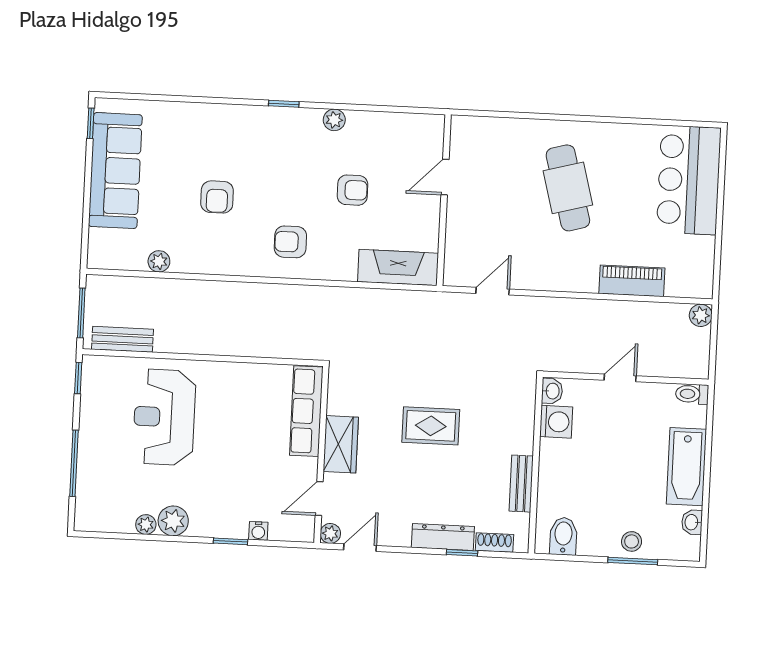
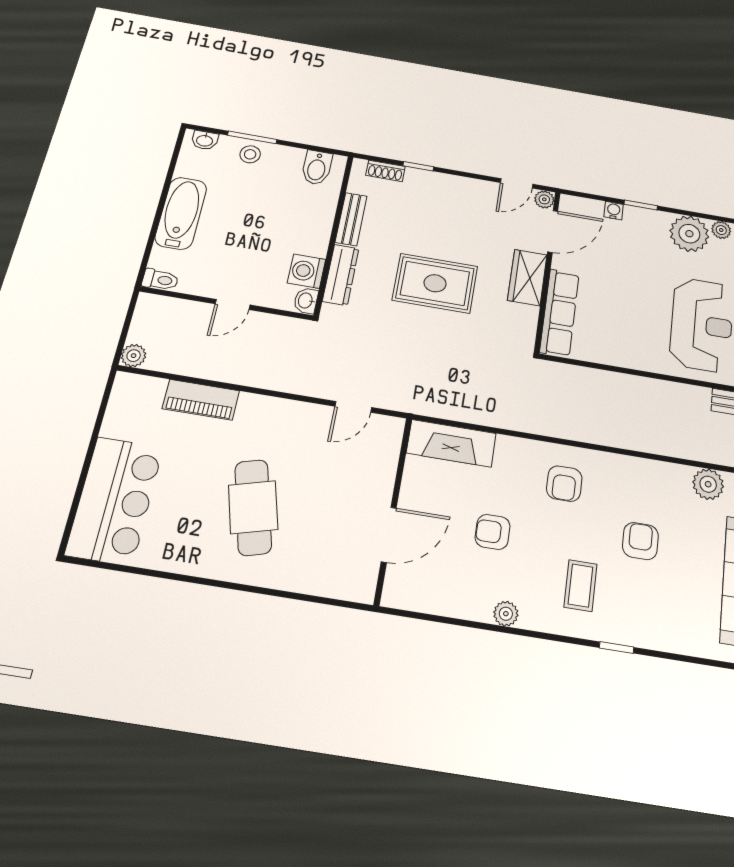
window: (284, 104) -> (617, 648), moved
coffee table: (270, 151) -> (580, 585), added
door: (445, 177) -> (389, 535), width x1.38
armchair: (290, 242) -> (564, 484), turned 90
plant: (159, 261) -> (708, 484), width x1.38, depth x1.38
rug: (431, 426) -> (435, 283), width x1.36, depth x1.43
door: (319, 499) -> (553, 231), width x1.38
plant: (173, 521) -> (689, 234), width x1.36, depth x1.36
washbasin: (692, 522) -> (205, 140), moved, turned 90
dresser: (443, 537) -> (341, 275), moved, turned -90

